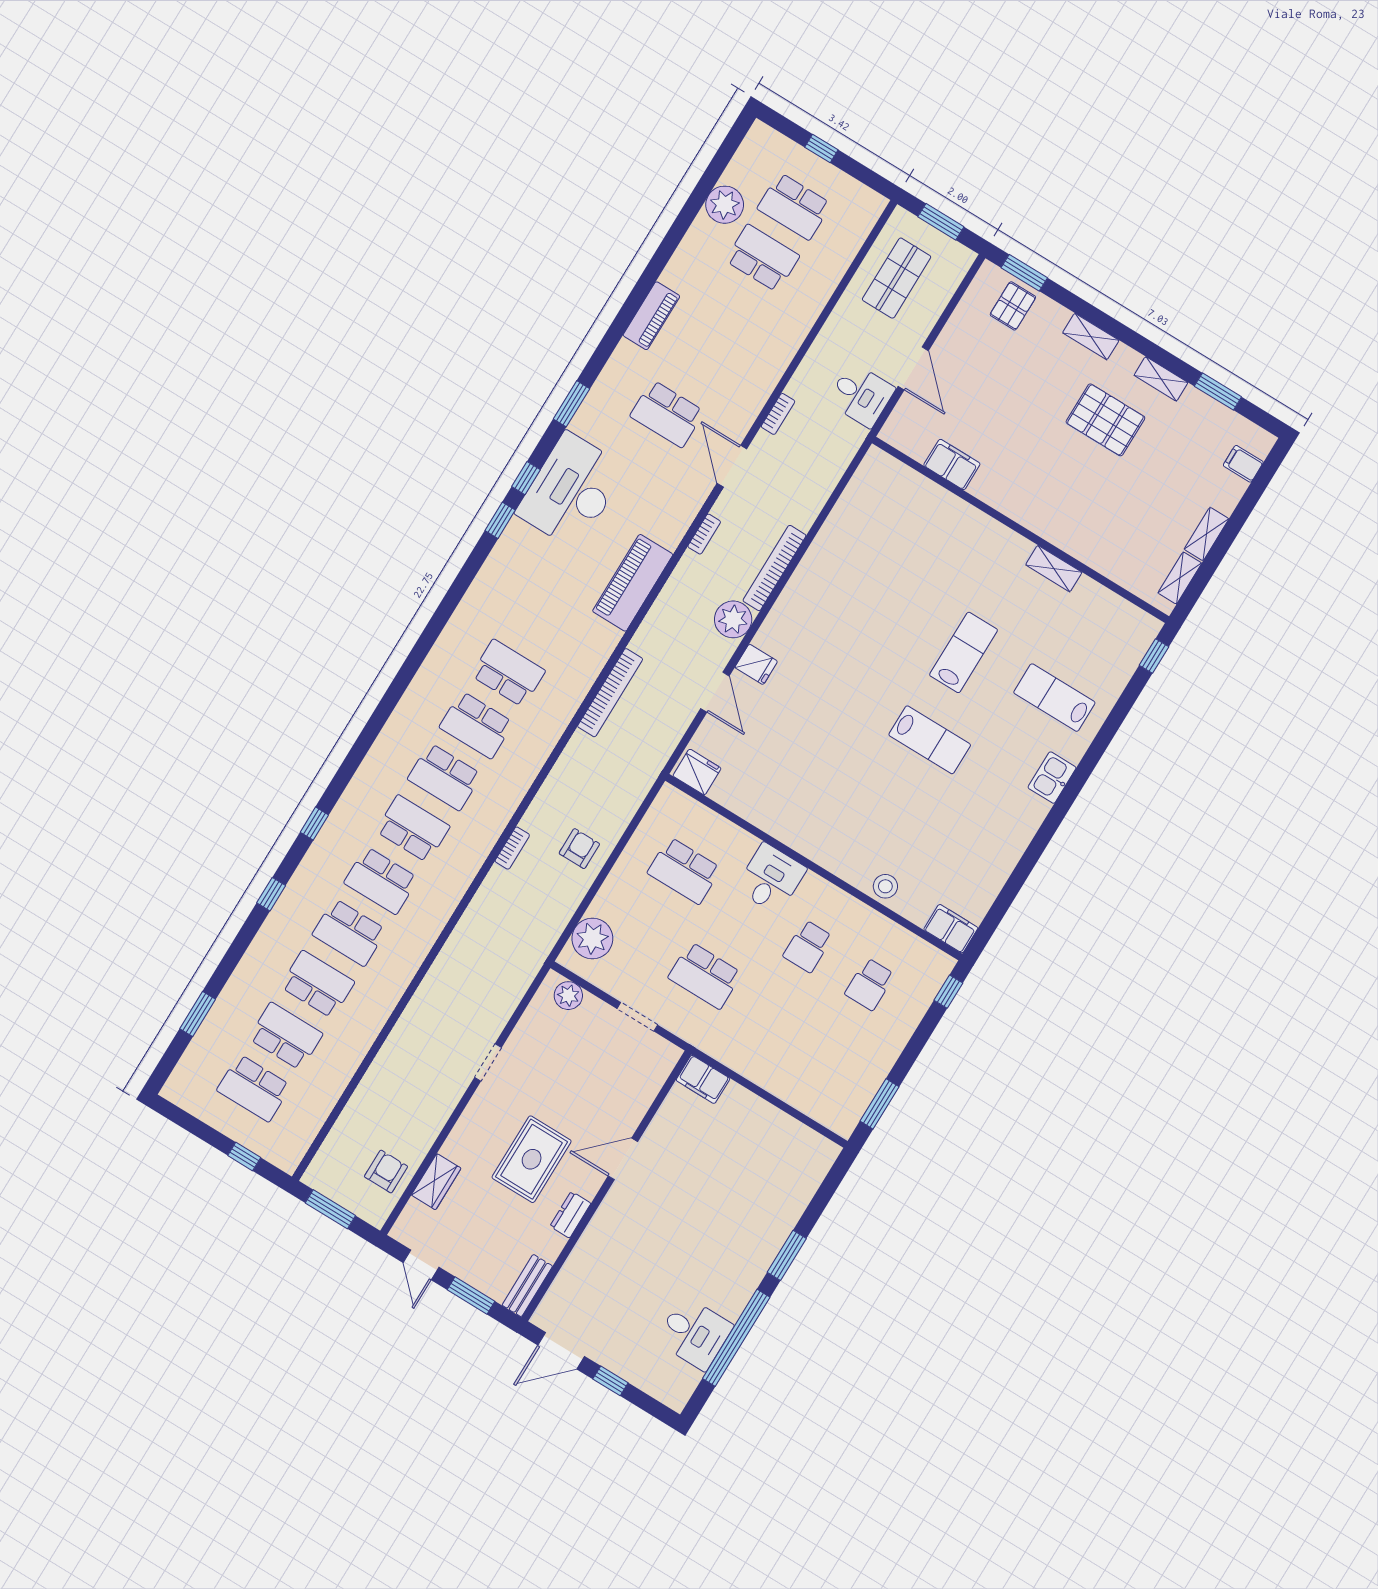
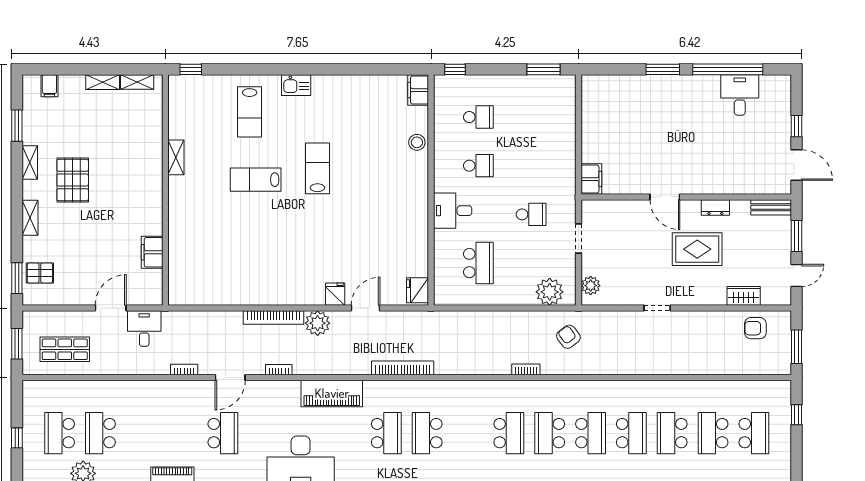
school desk: (794, 206) -> (60, 433), turned 180
school desk: (476, 725) -> (386, 433), moved
armchair: (579, 849) -> (568, 337), moved, turned 53
school desk: (705, 975) -> (531, 214), width x0.54

